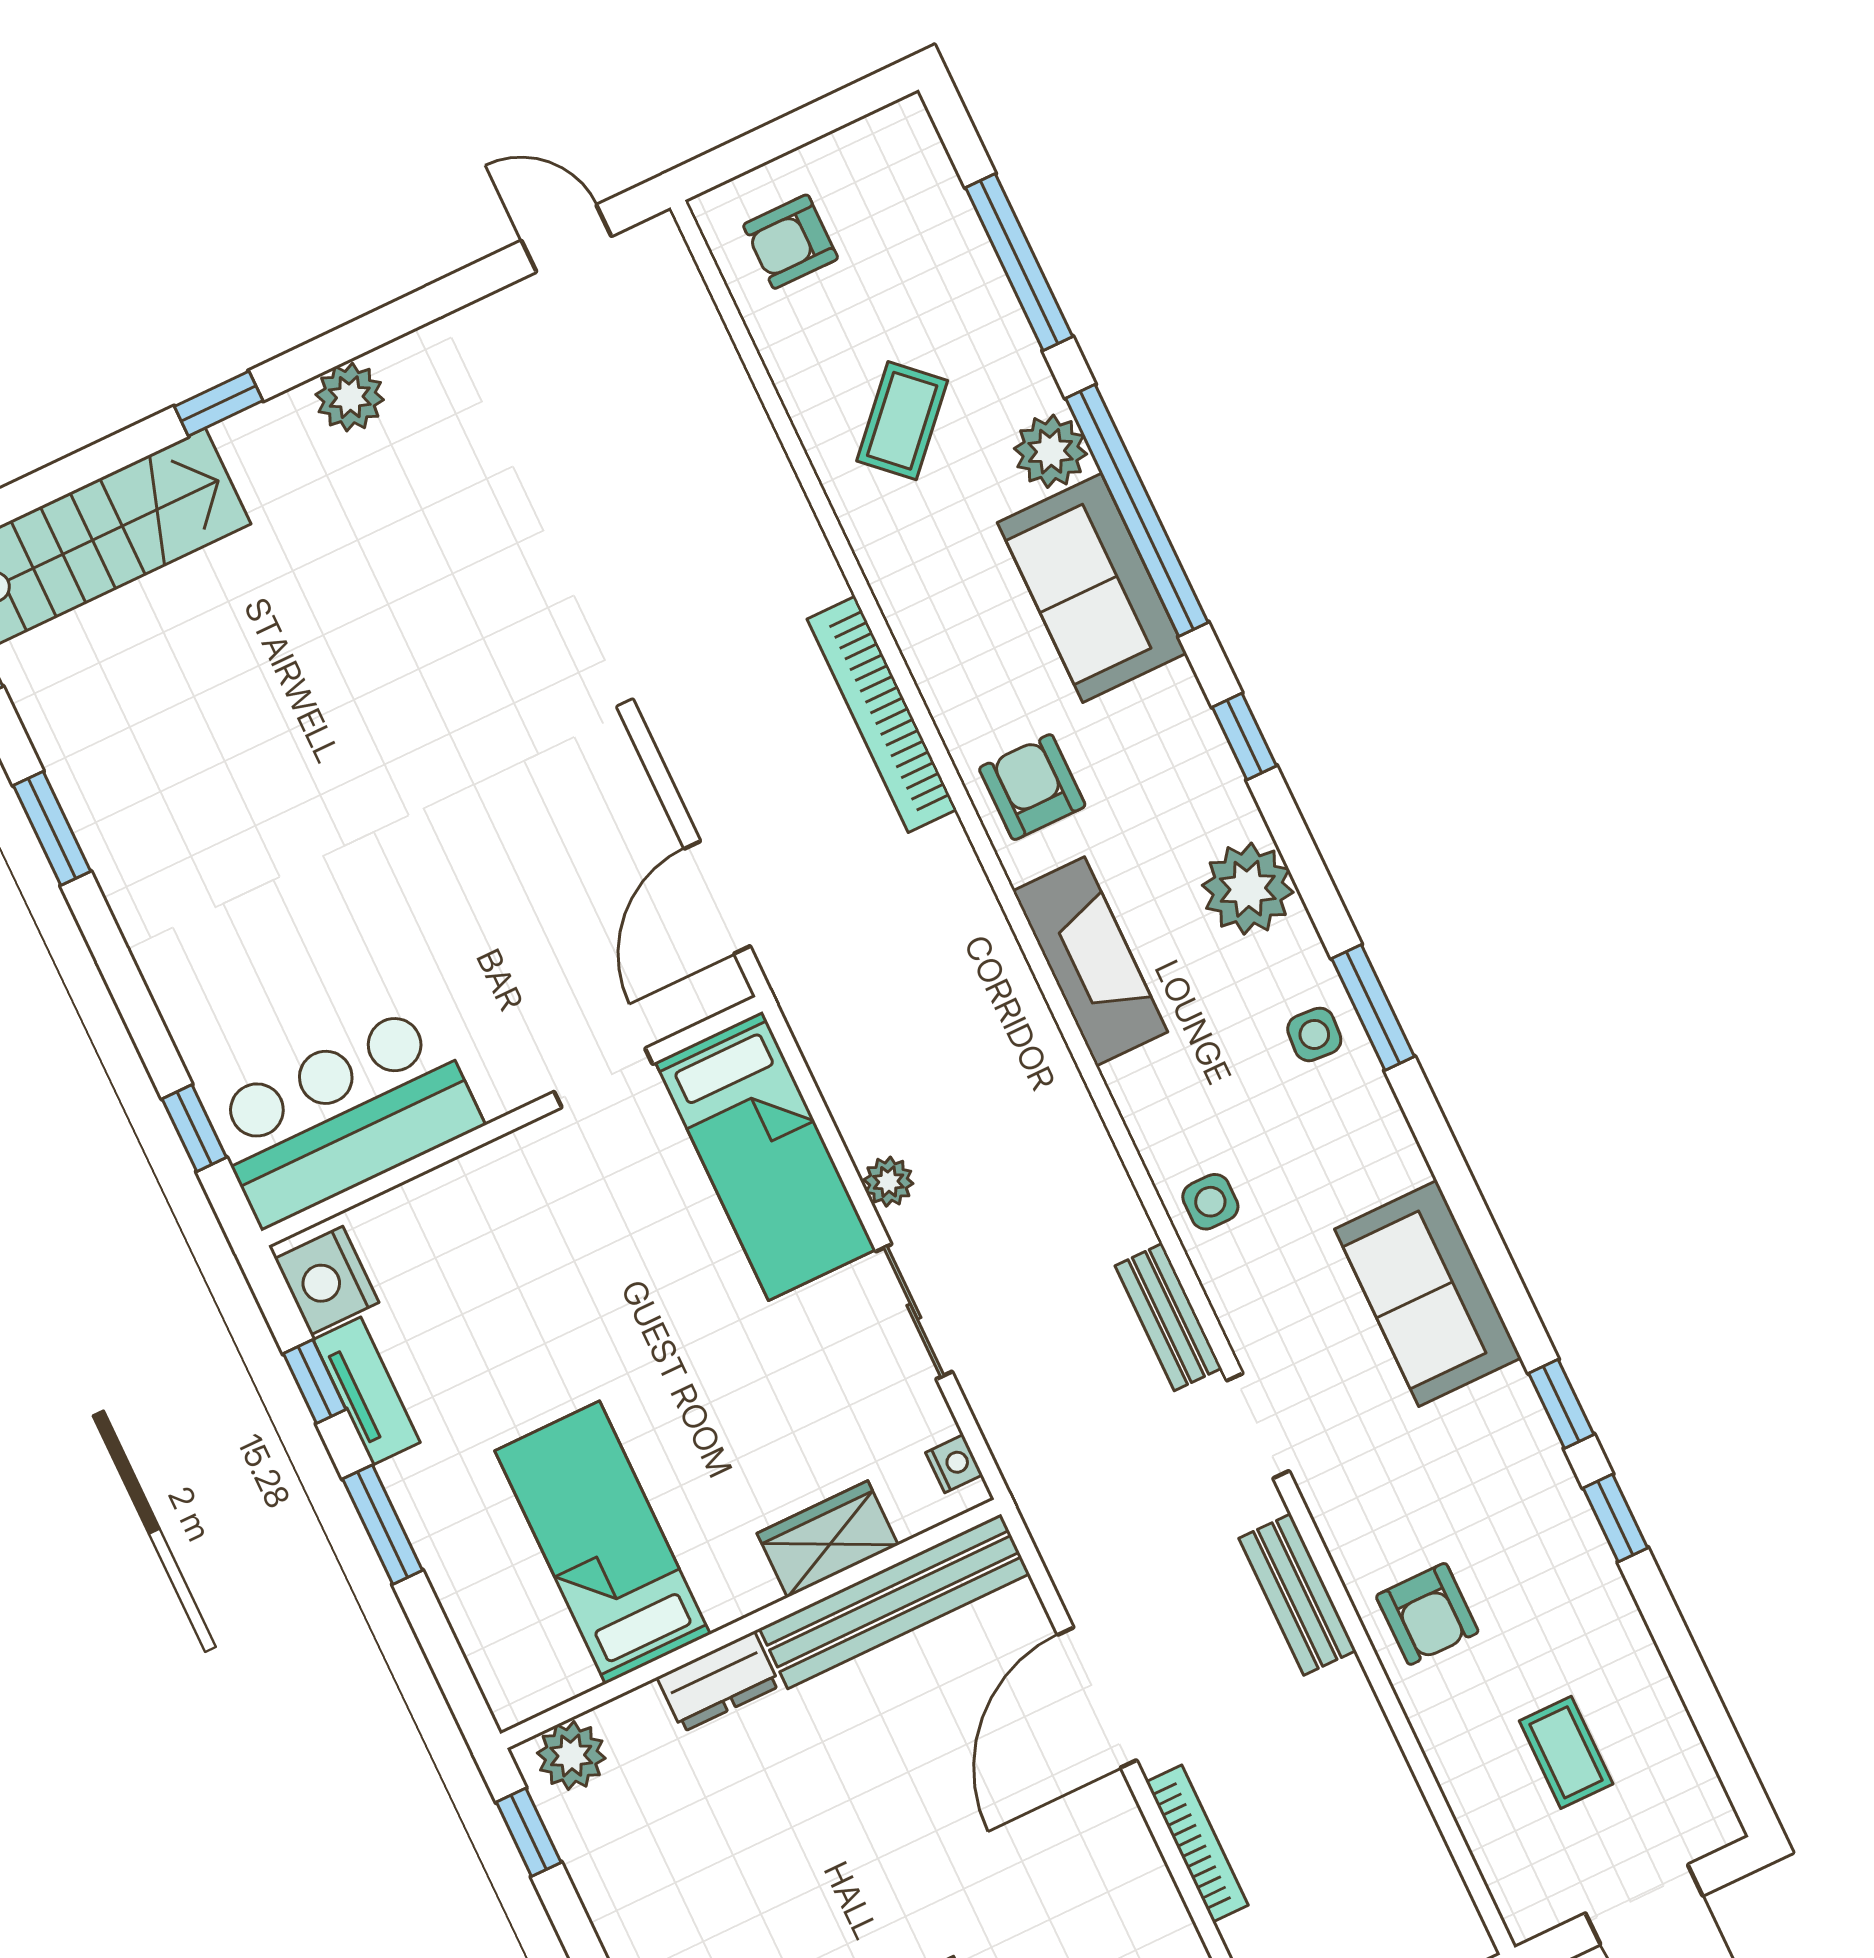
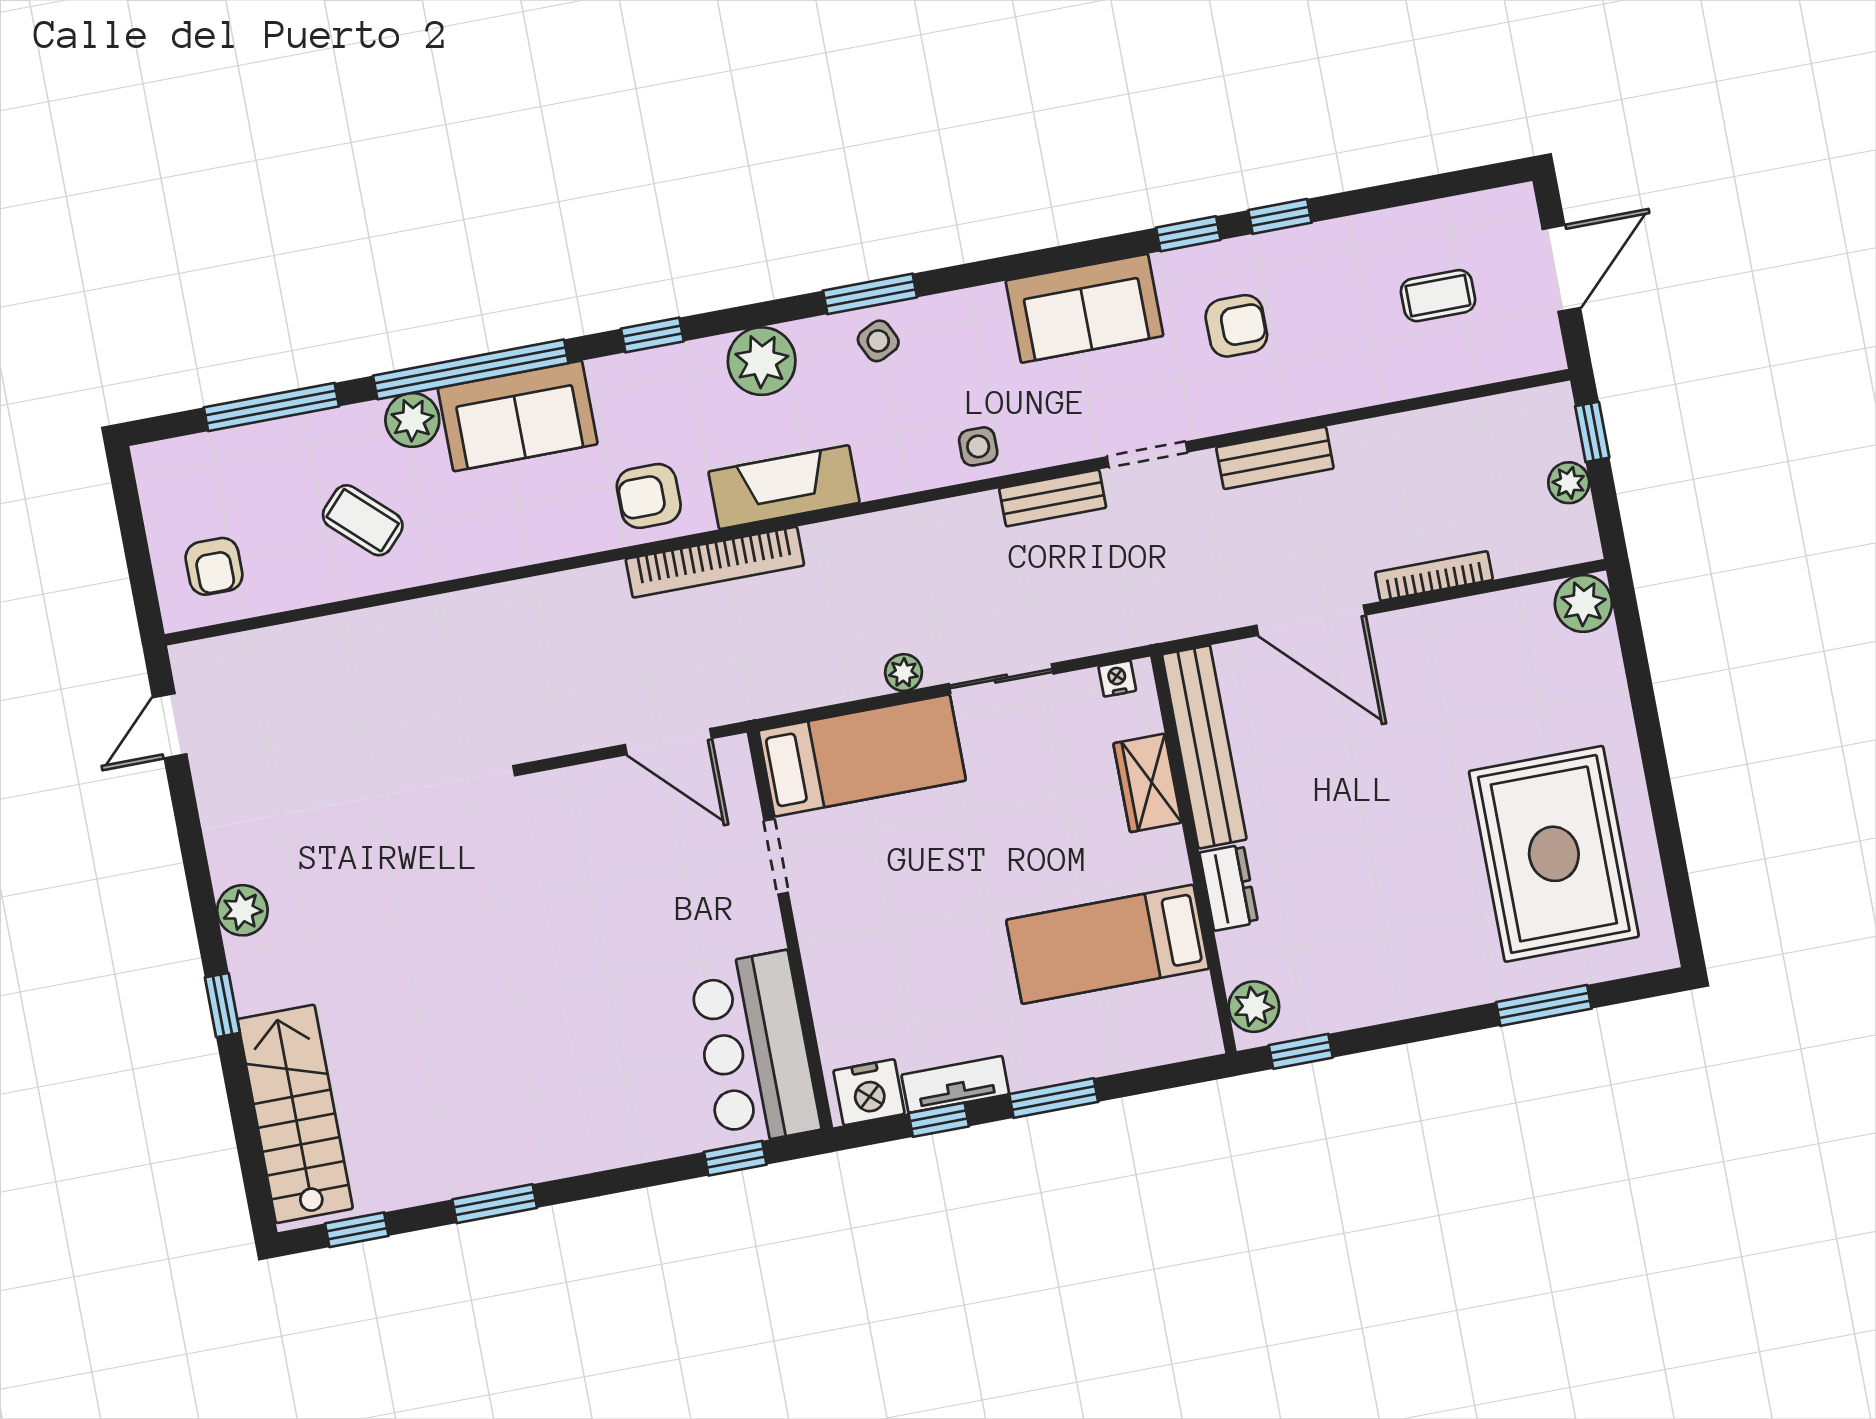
bookcase: (882, 714) -> (715, 562), moved
side table: (1314, 1034) -> (878, 341), turned -30
armchair: (1427, 1614) -> (1236, 326), moved

